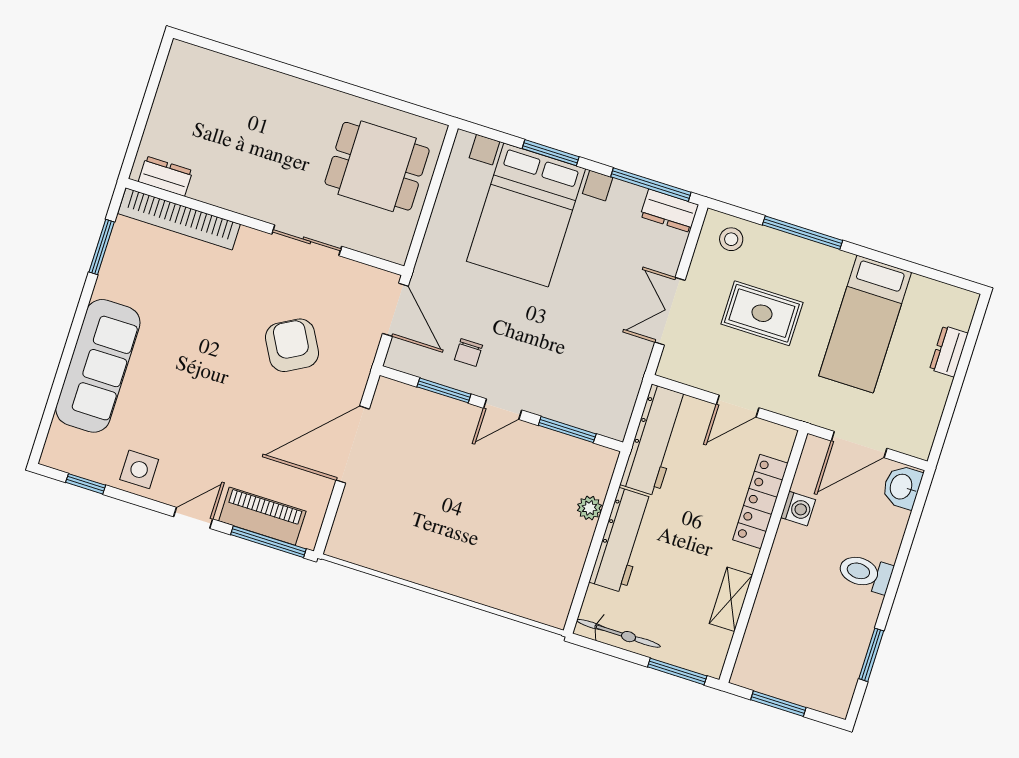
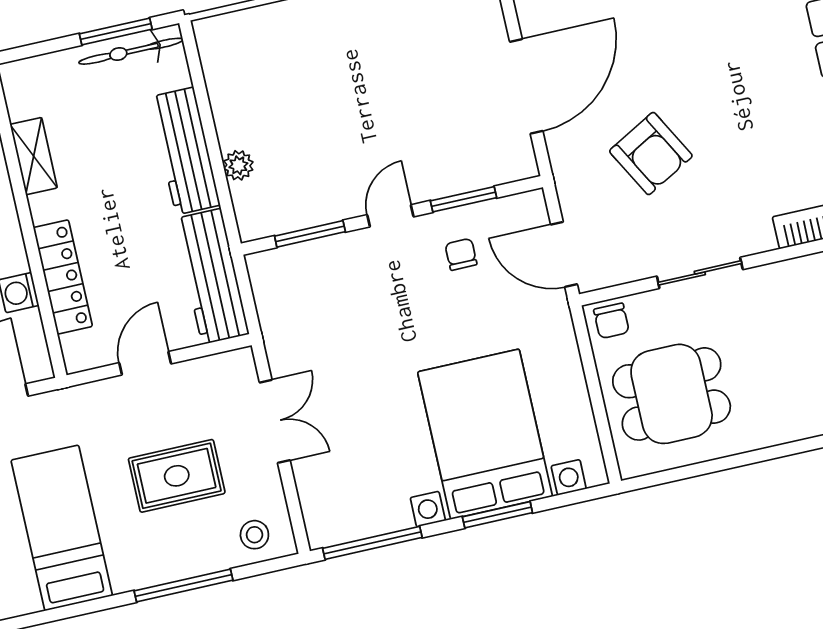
dresser: (669, 211) -> (337, 527), removed
chair: (389, 243) -> (611, 321), added
window: (677, 671) -> (116, 31), moved

